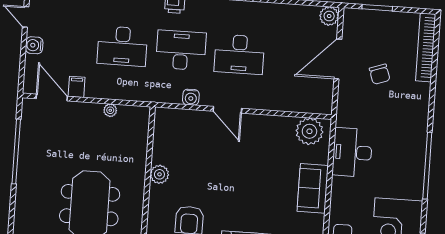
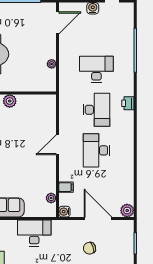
desk: (122, 46) -> (96, 69), turned 90
filing cabinet: (77, 87) -> (66, 187), moved
water cooler: (191, 97) -> (64, 212), moved
plant: (309, 131) -> (51, 198), width x0.53, depth x0.53

